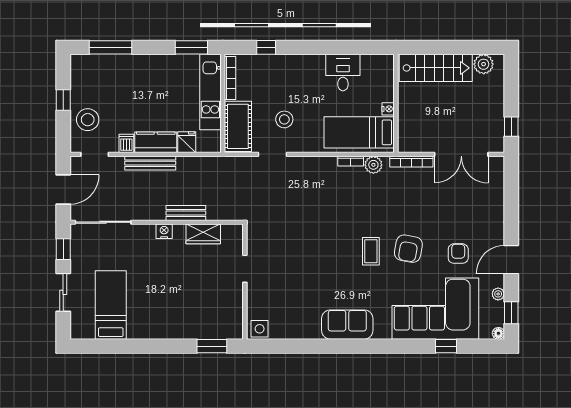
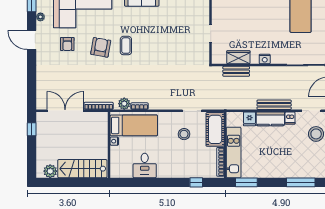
bench: (186, 213) -> (236, 71), moved
door: (511, 260) -> (32, 40), swing flipped

